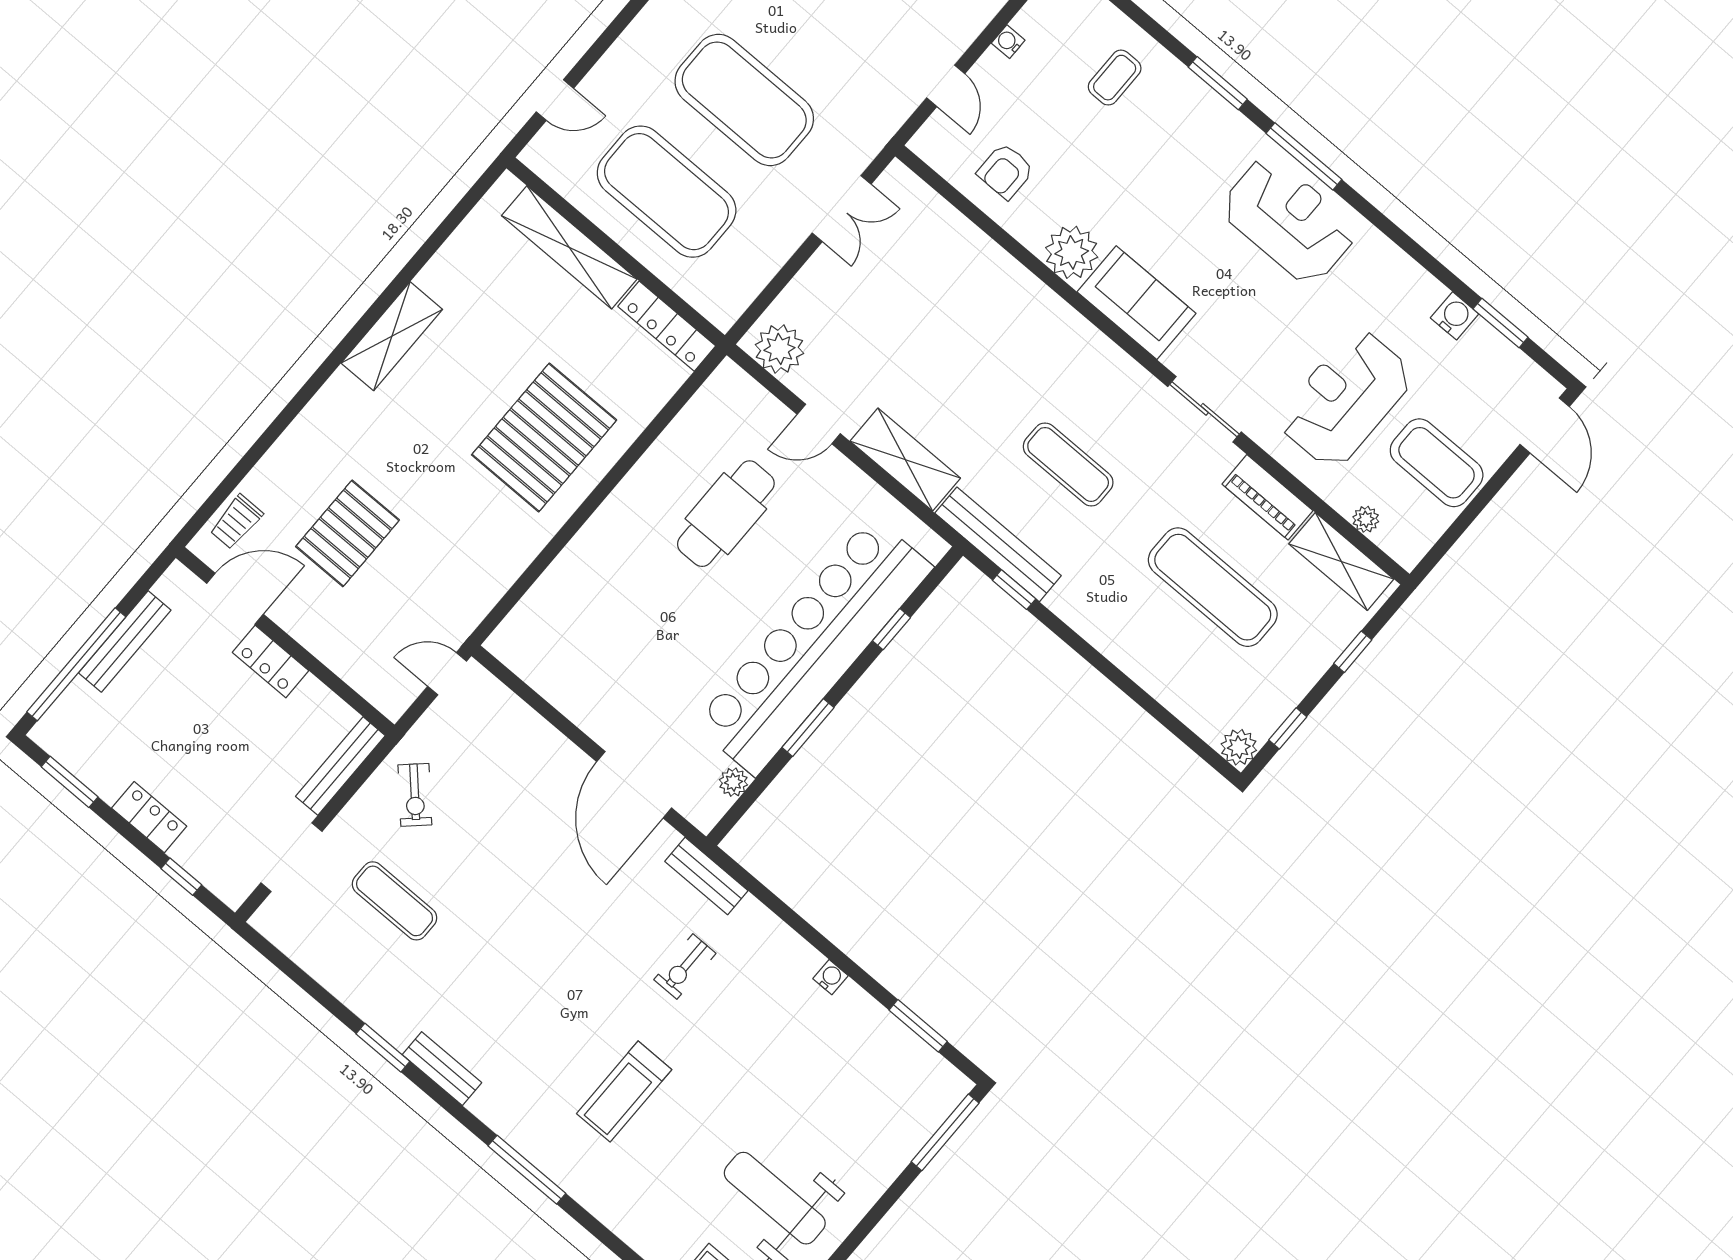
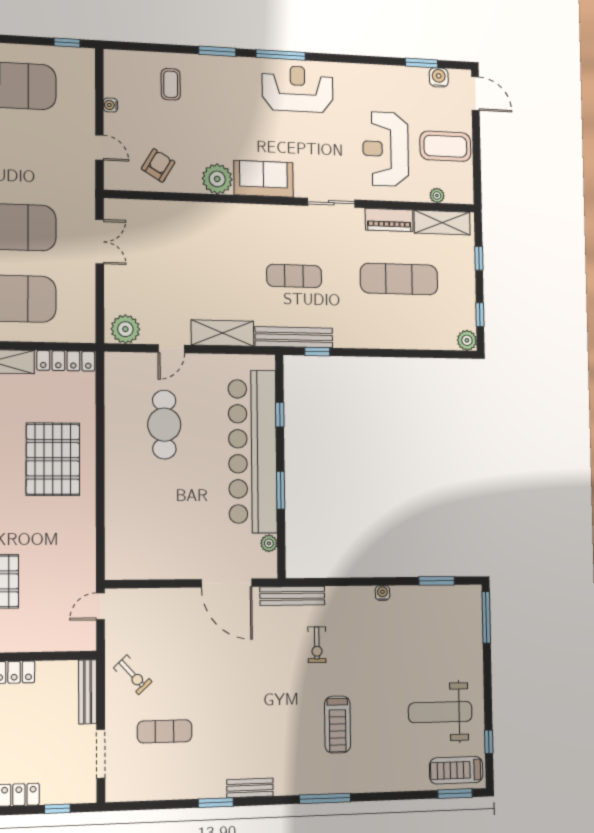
armchair: (1006, 171) -> (158, 165), turned -149
water cooler: (1455, 316) -> (439, 77), moved
bench: (706, 876) -> (292, 596), width x1.36

